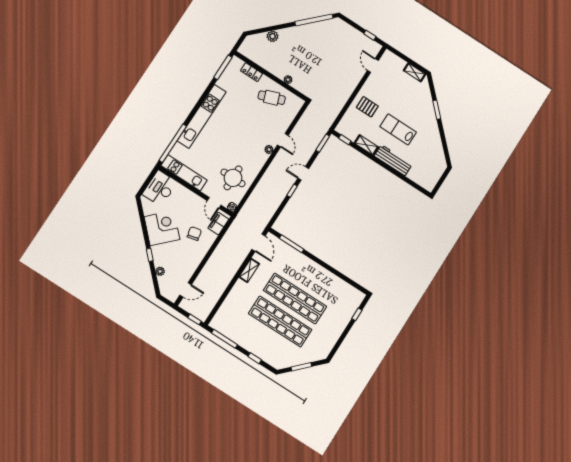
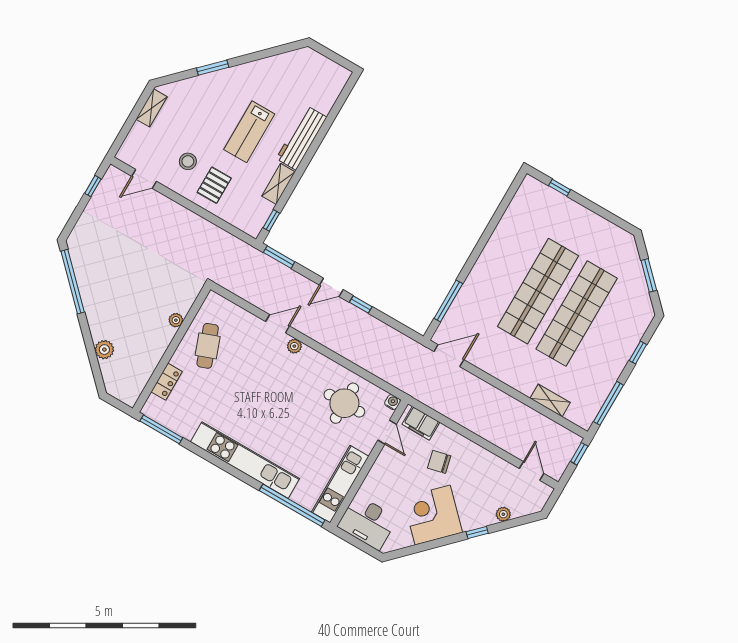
stool: (382, 92) -> (188, 161), added
door: (303, 173) -> (331, 287), hinge flipped
door: (214, 203) -> (387, 432), hinge flipped
shelving: (249, 270) -> (550, 400), moved

